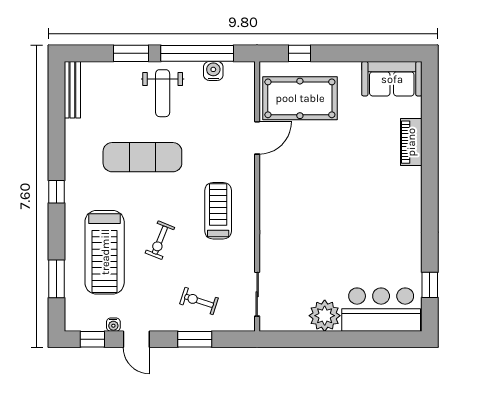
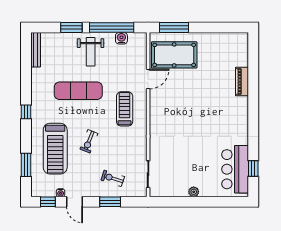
window: (299, 53) -> (174, 28), width x2.17
sofa: (392, 79) -> (230, 43), removed
treadmill: (218, 211) -> (125, 109), moved
bar counter: (381, 310) -> (235, 169), moved, turned -90
plant: (325, 316) -> (194, 192), width x0.53, depth x0.53

